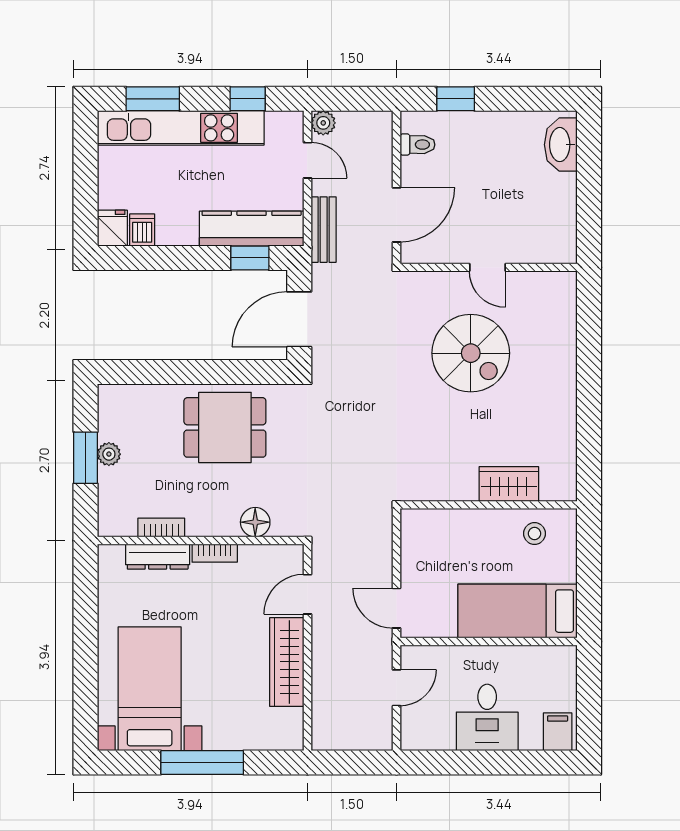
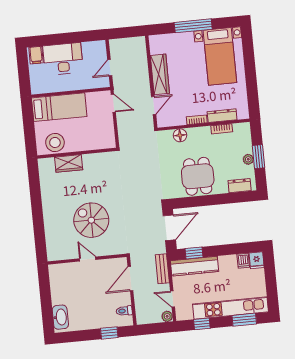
dresser: (134, 398) -> (240, 186), added
dining table: (225, 427) -> (198, 176), turned 90
stool: (535, 534) -> (55, 142), width x1.89, depth x1.89
desk: (487, 717) -> (63, 59), width x1.37

